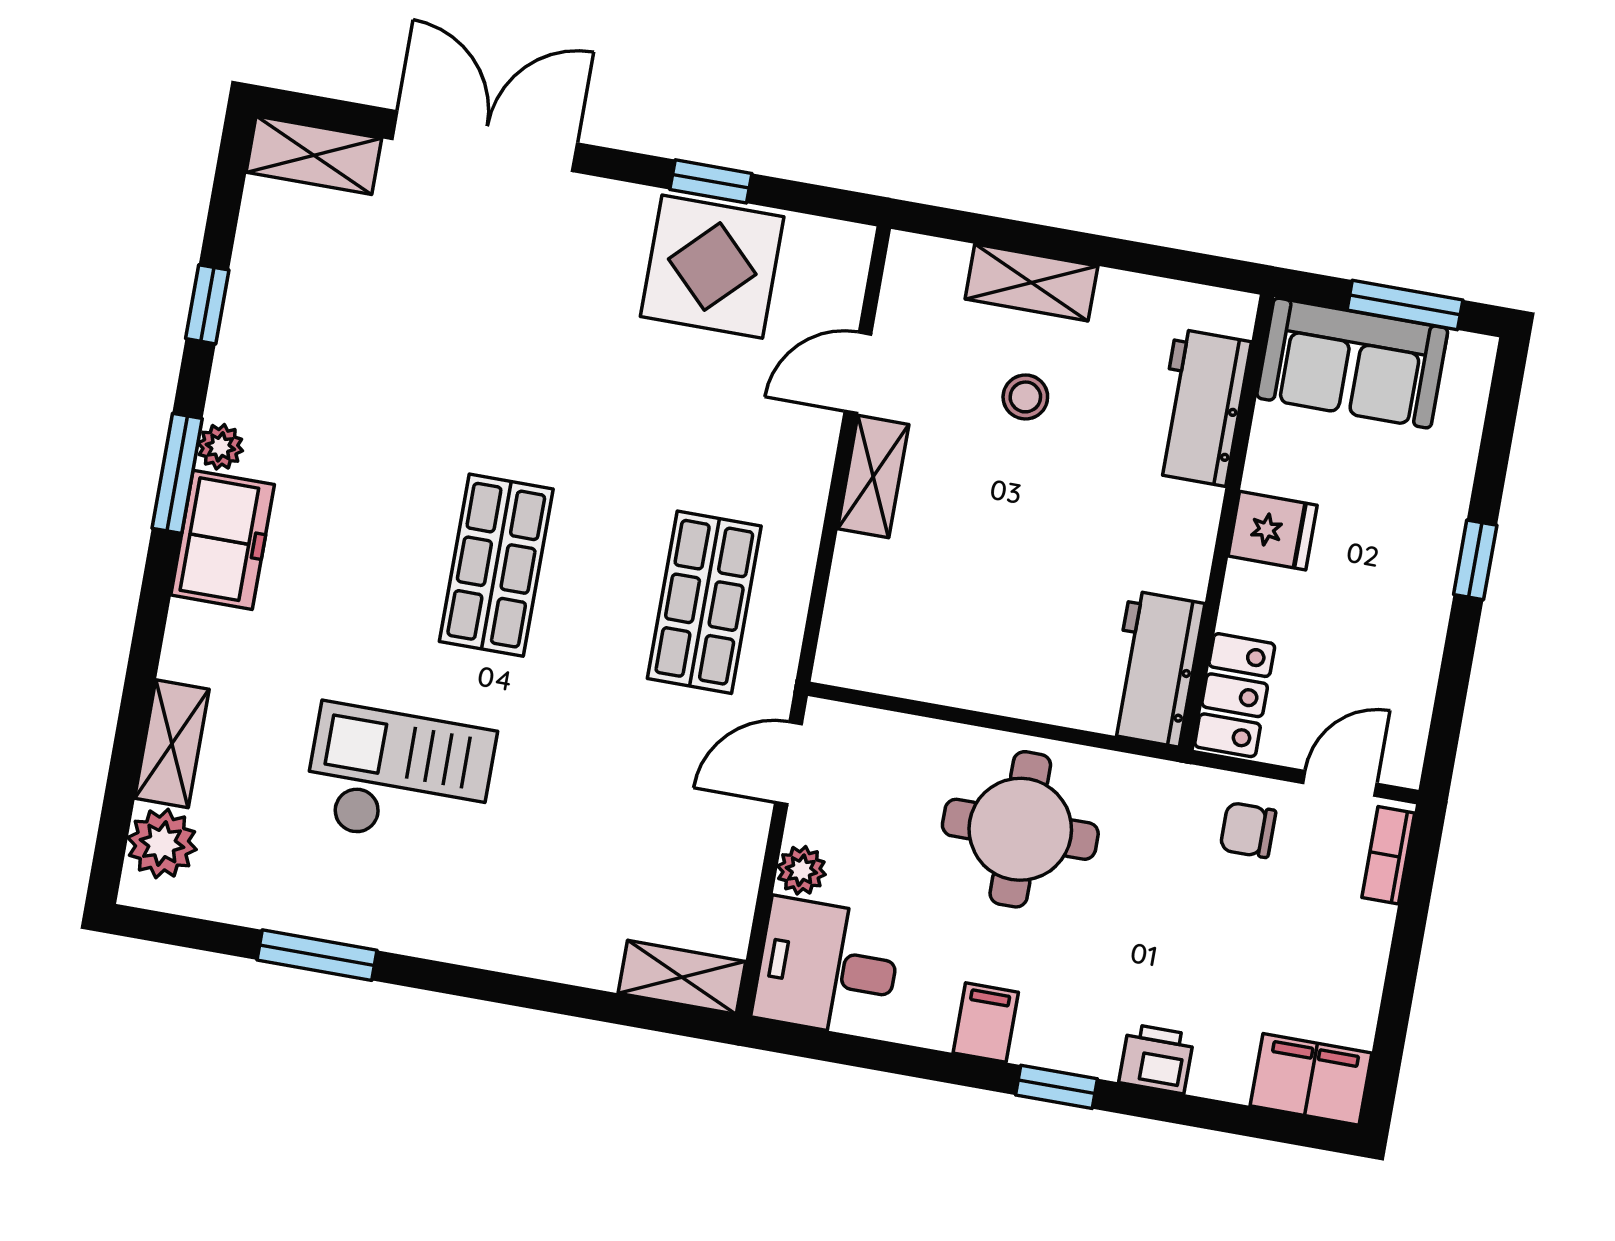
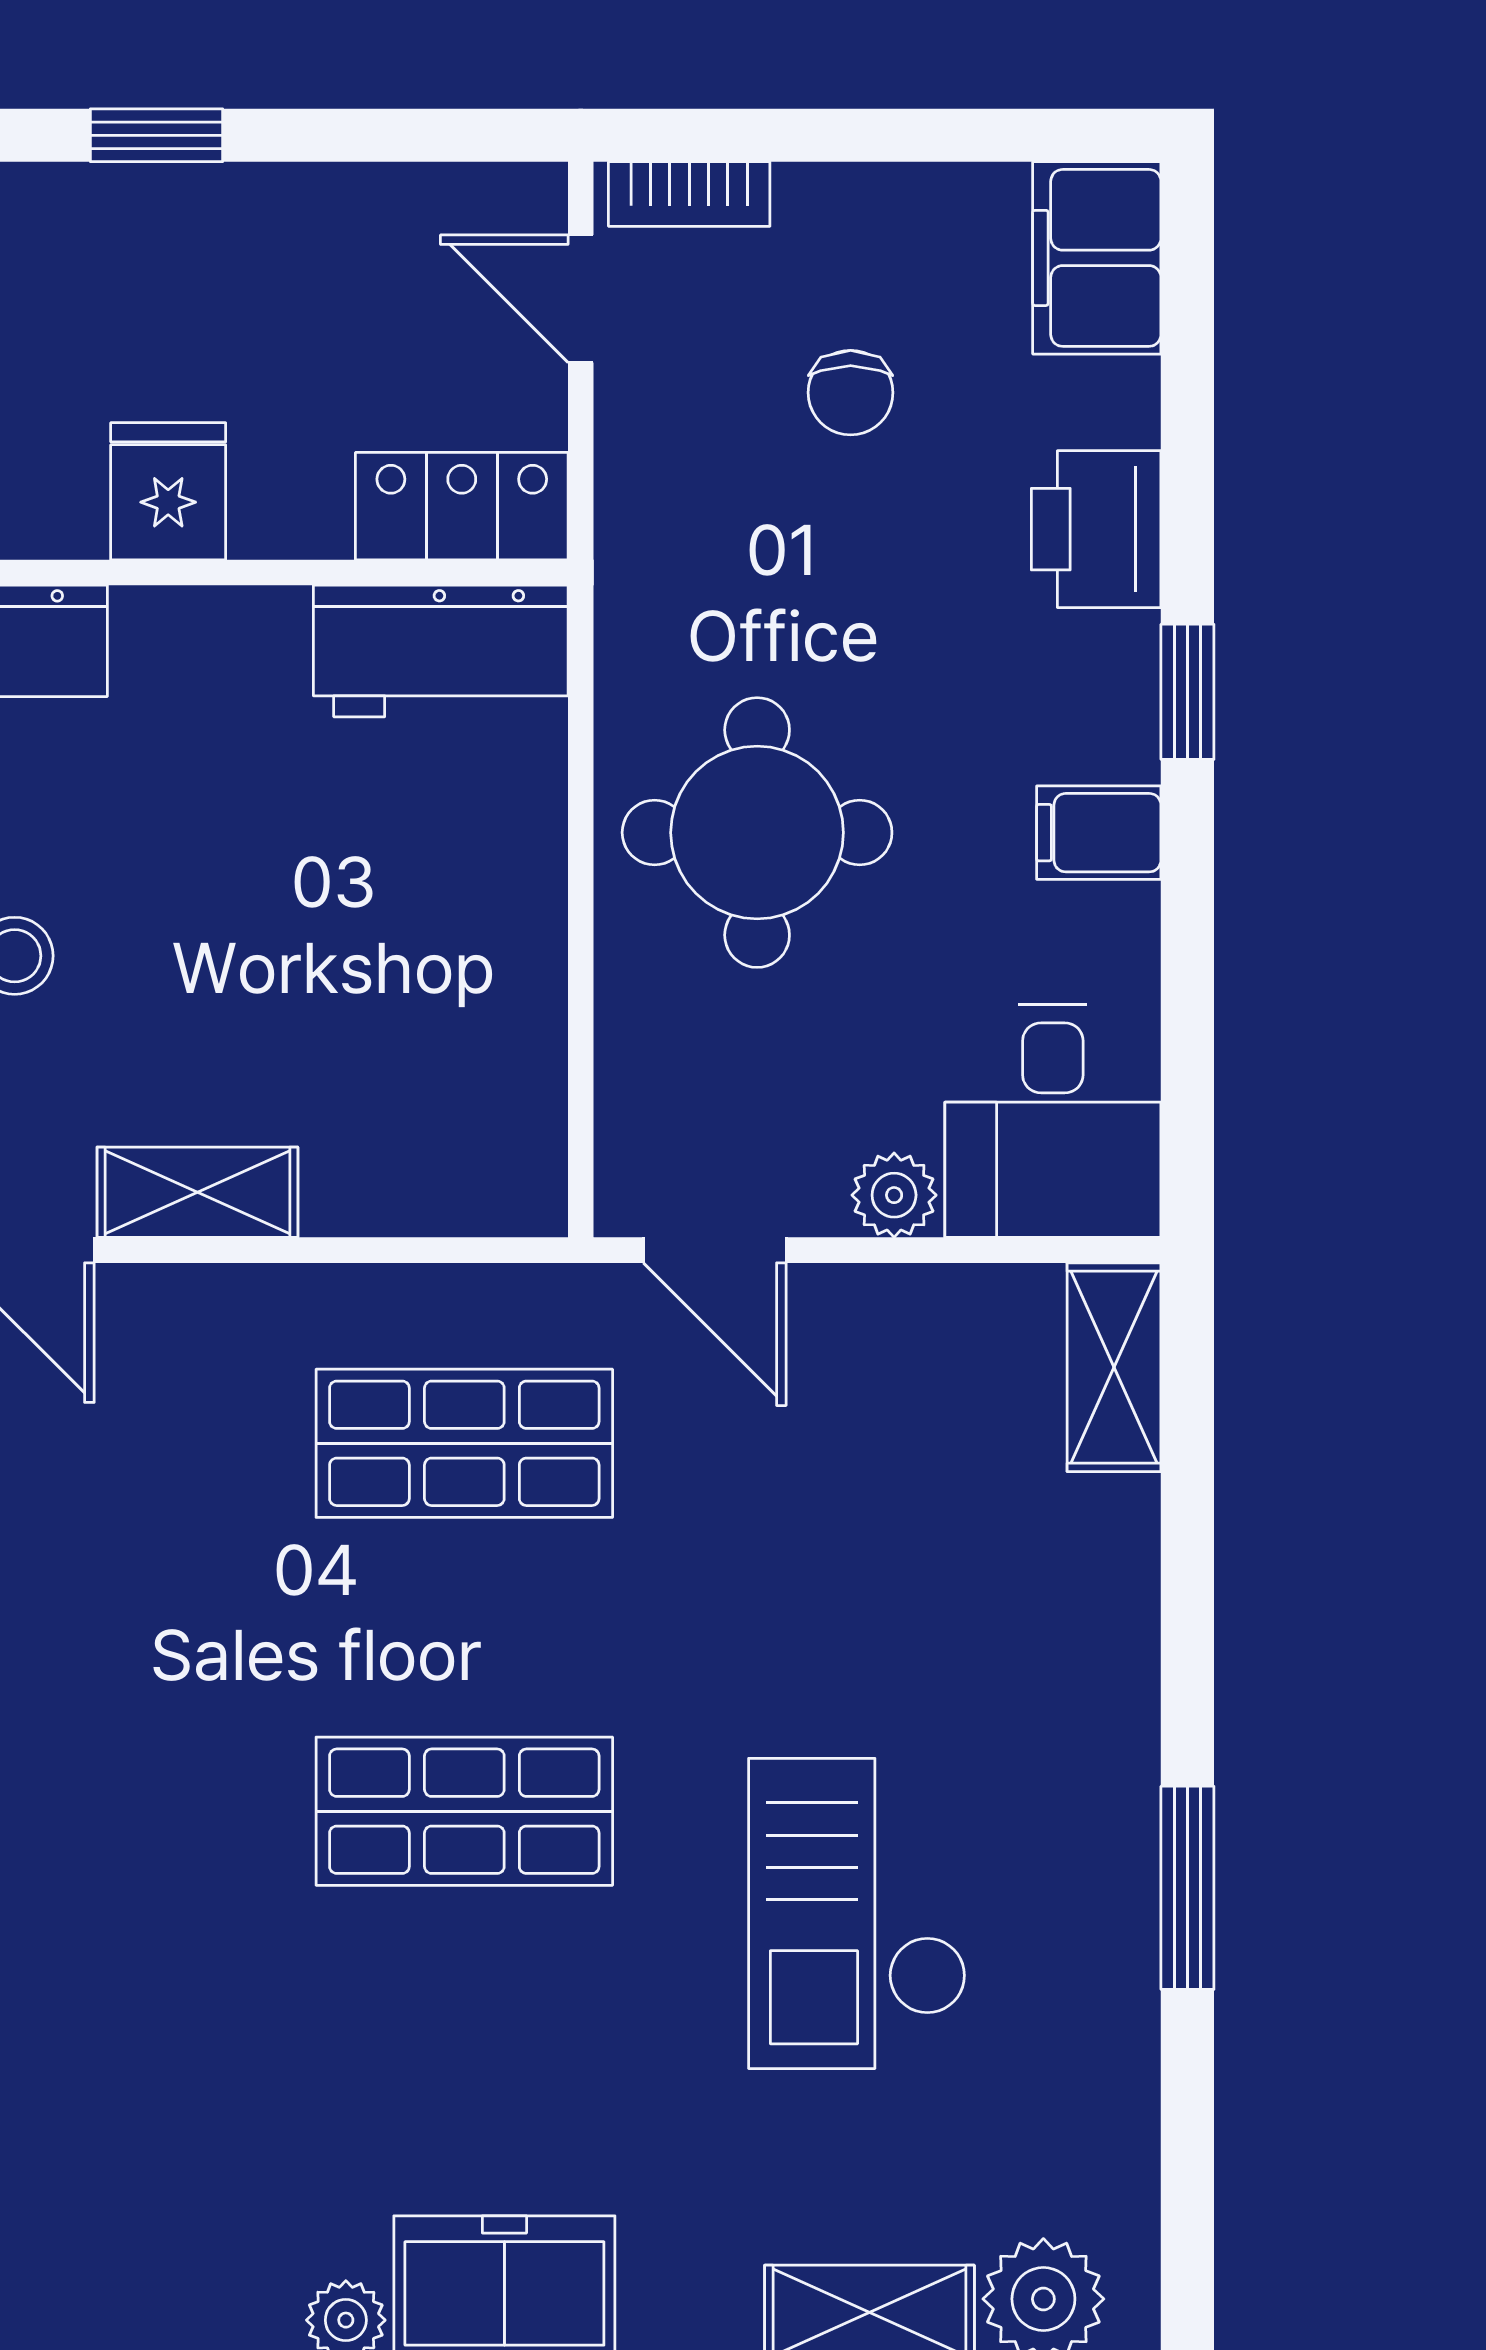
chair: (1248, 830) -> (851, 393), moved
window: (317, 955) -> (1187, 1888), moved
printer: (1156, 1059) -> (1096, 529), width x1.36, depth x1.24

